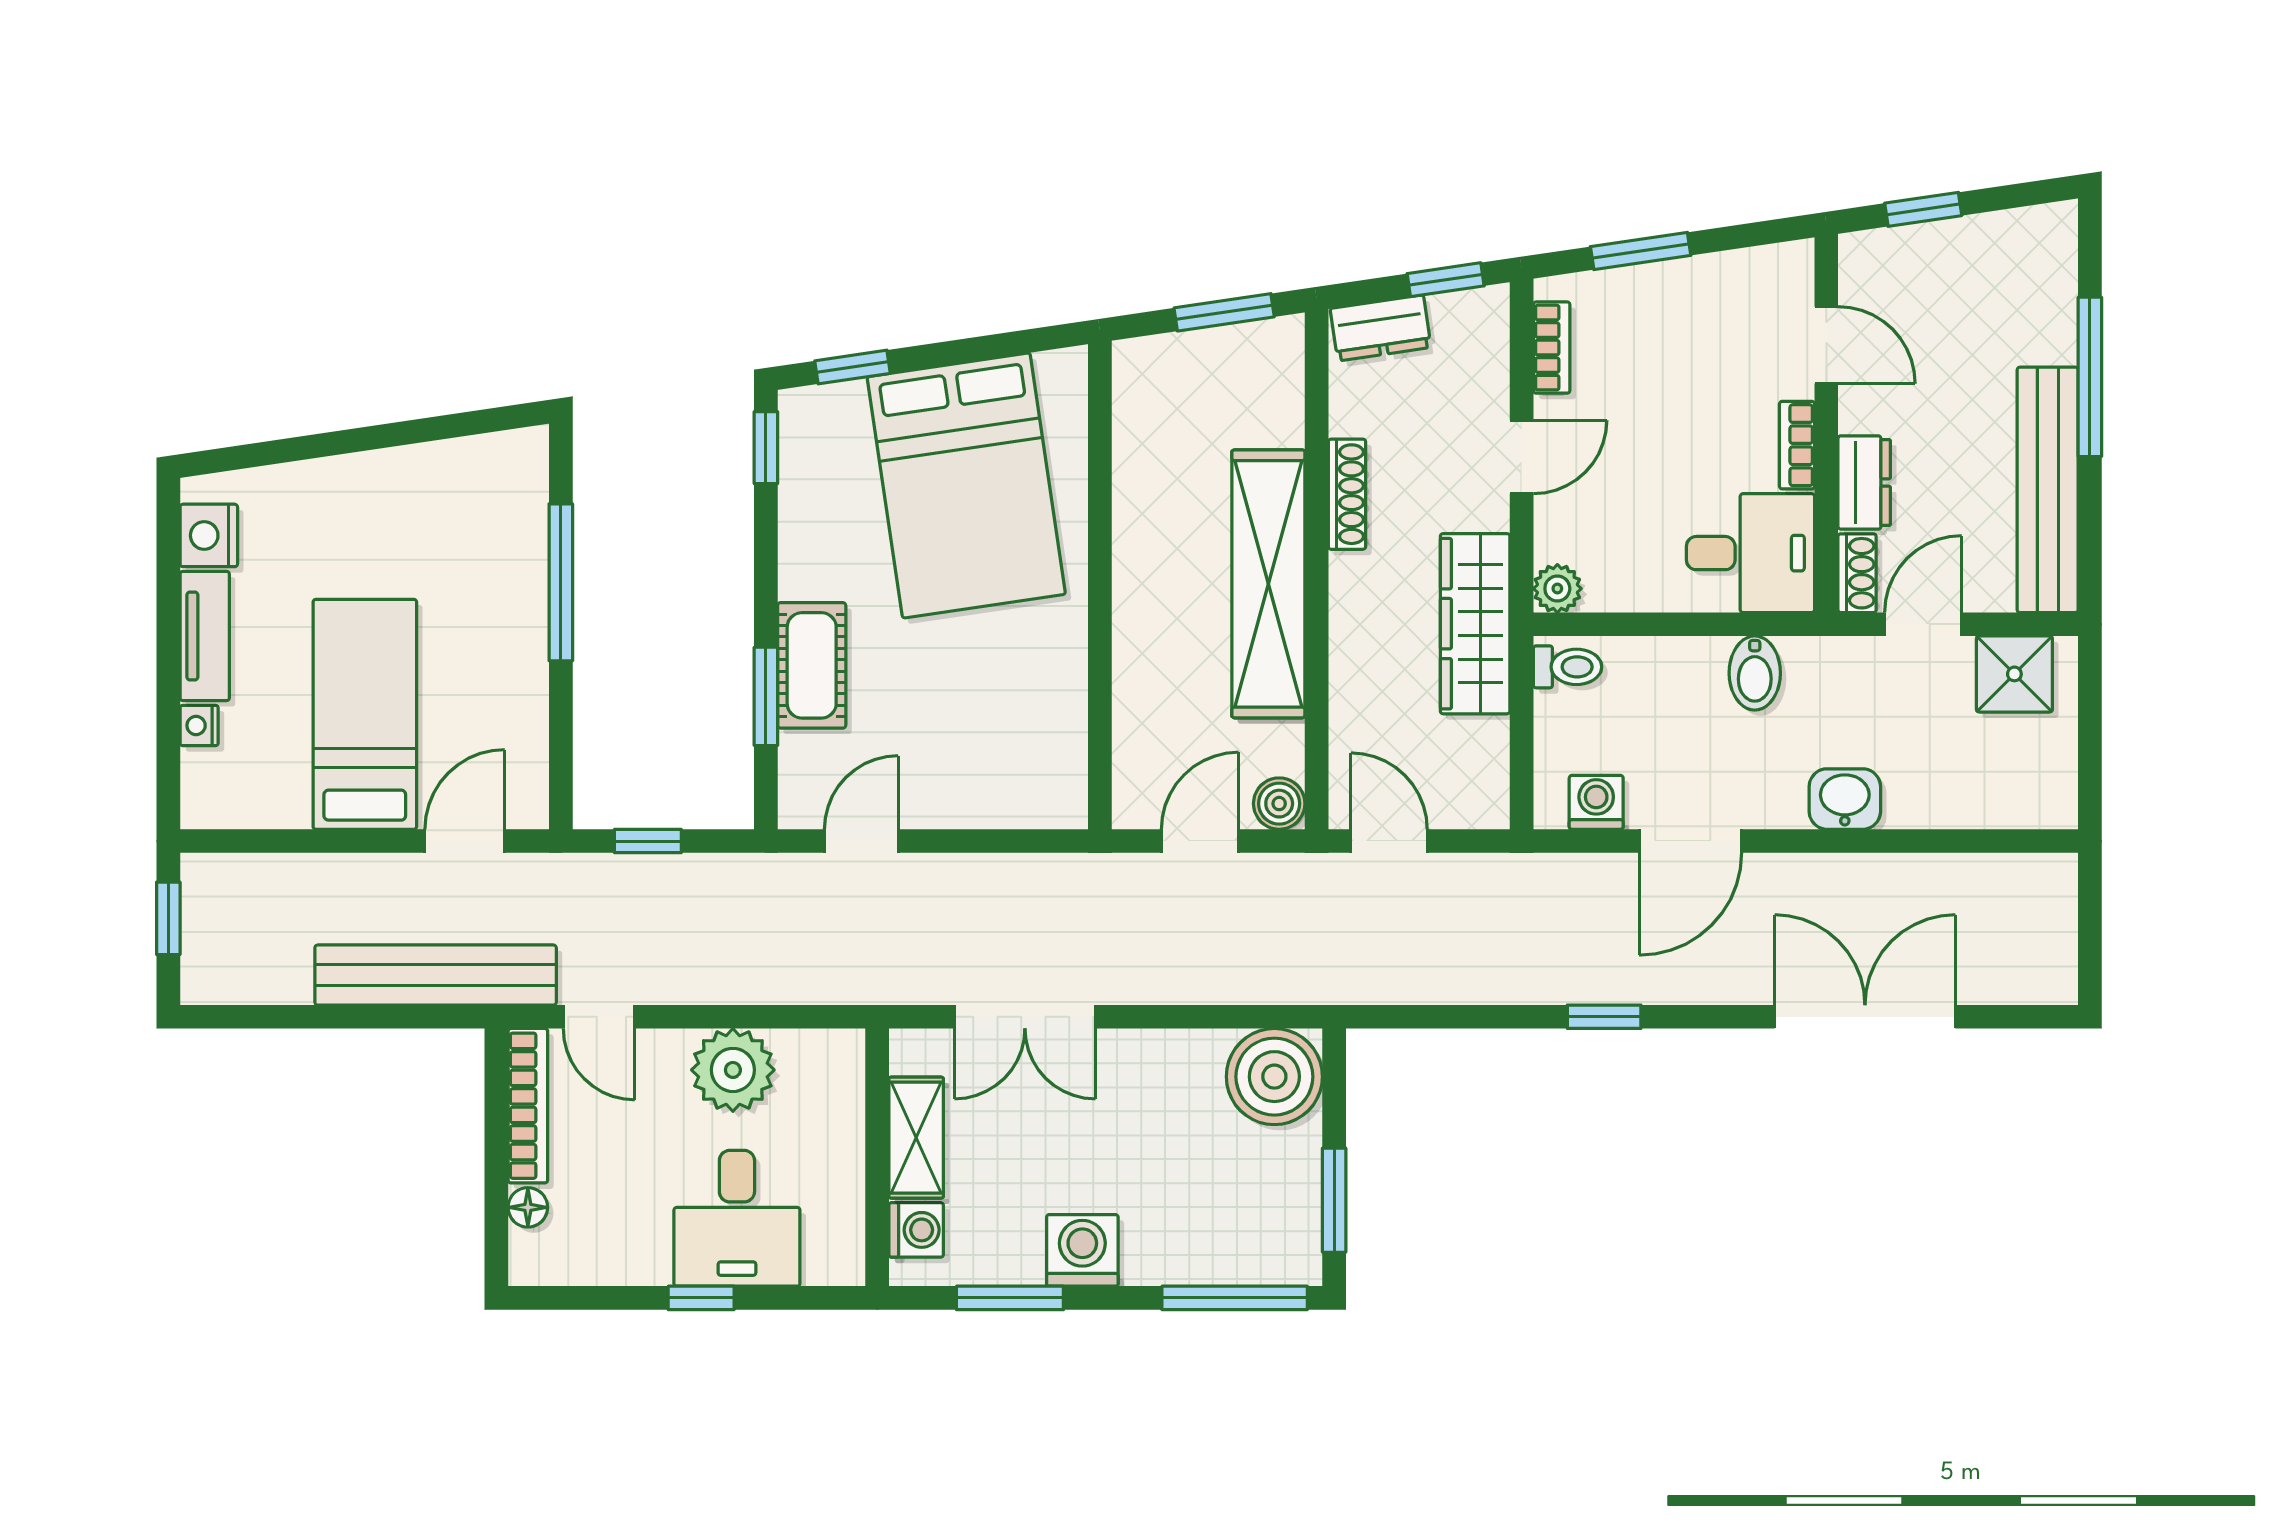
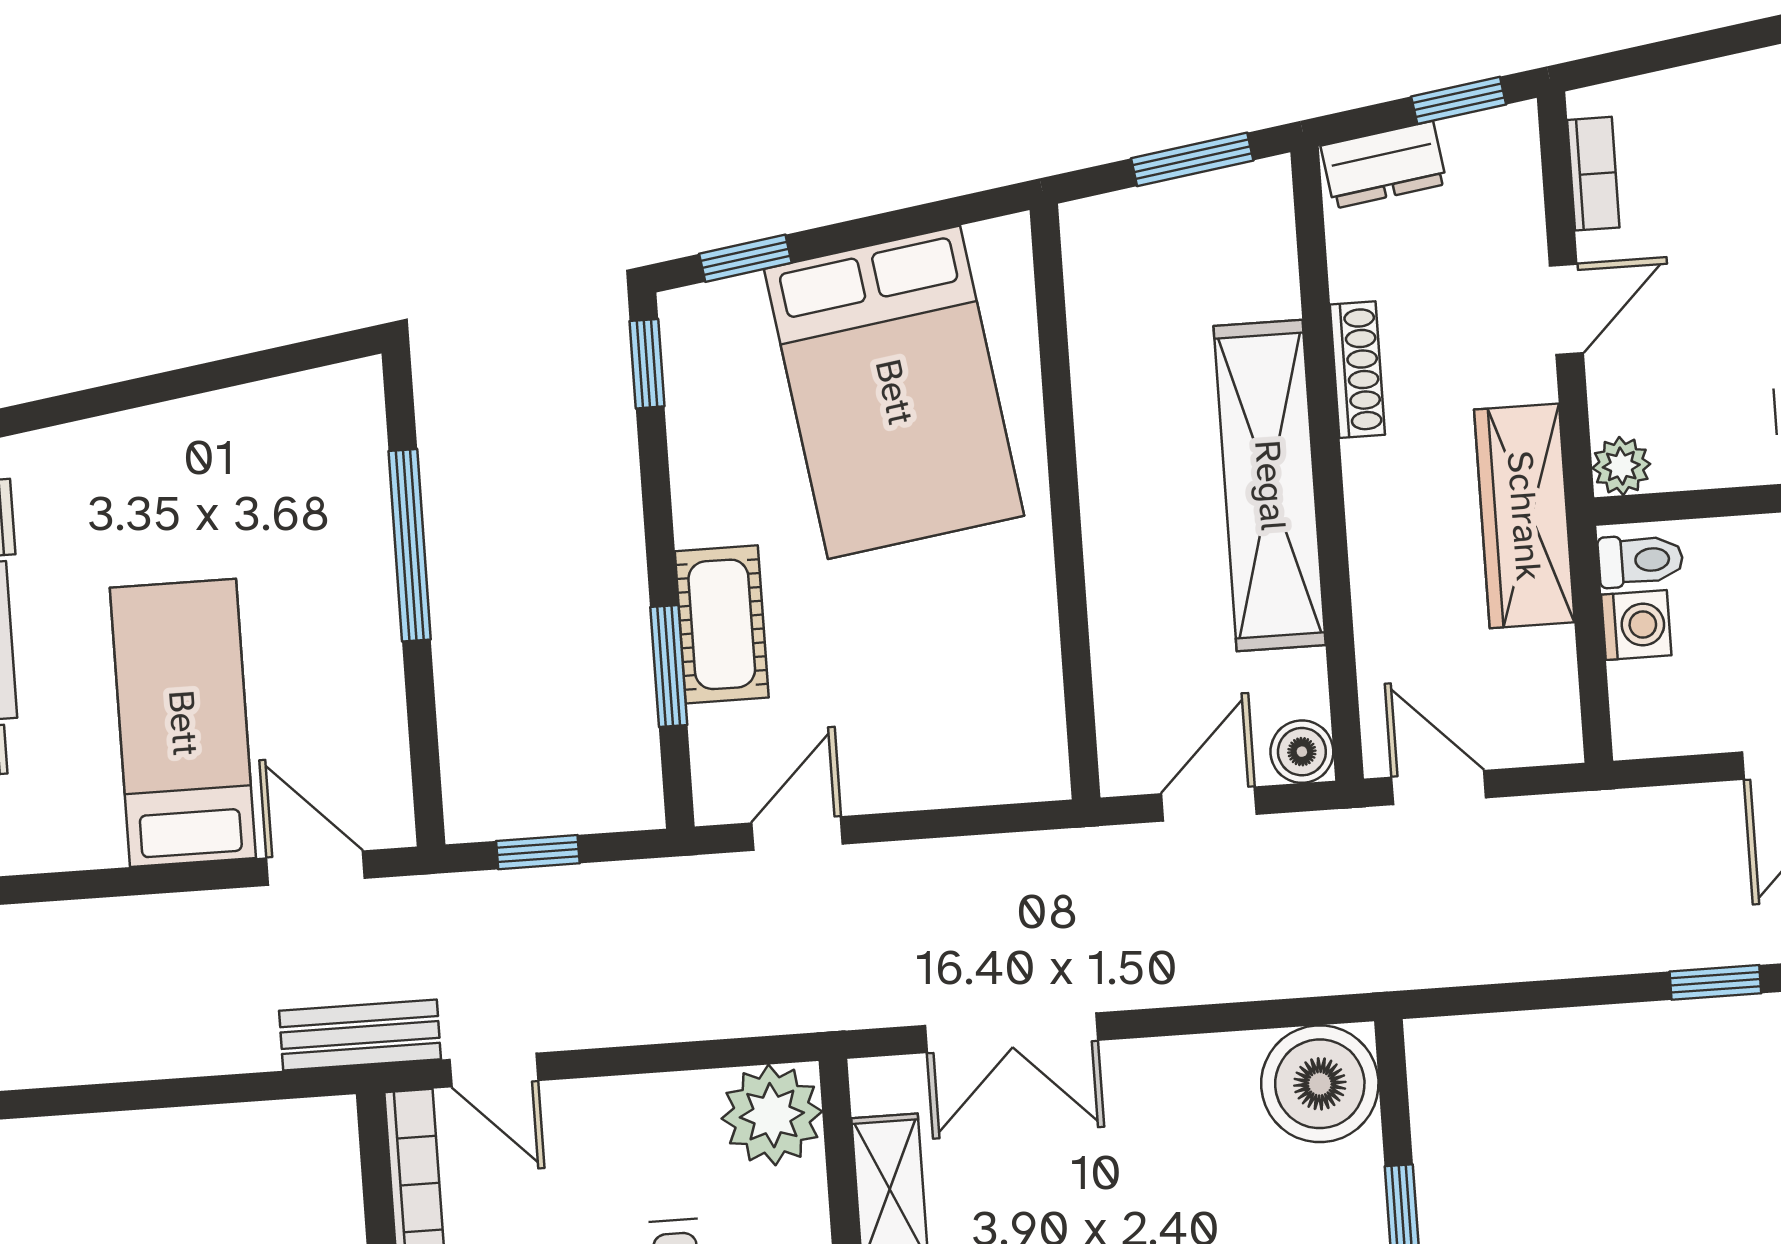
window: (1641, 251) -> (1693, 49), removed
washing machine: (1596, 802) -> (1636, 625), moved, turned 90
door: (465, 841) -> (315, 868), hinge flipped
bench: (436, 975) -> (360, 1035), width x0.54, depth x0.82
plant: (733, 1070) -> (772, 1115), moved

